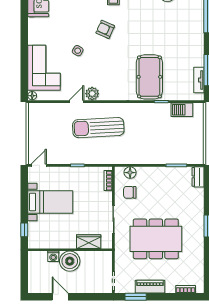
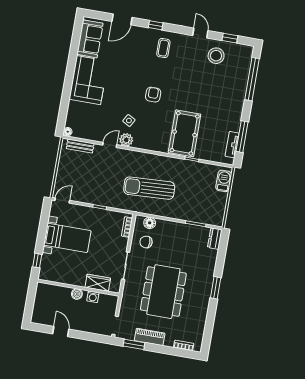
armchair: (105, 29) -> (153, 95), moved, turned 66
side table: (78, 51) -> (129, 121), moved
corner sofa: (44, 68) -> (89, 80), moved
bench: (47, 108) -> (80, 146), added
barbecue: (182, 110) -> (224, 181), moved, turned 90
sun lounger: (98, 128) -> (149, 188), moved
dining table: (156, 239) -> (163, 292), turned 90
washing machine: (53, 256) -> (93, 297), moved
boiler: (70, 261) -> (77, 294), width x0.54, depth x0.54

